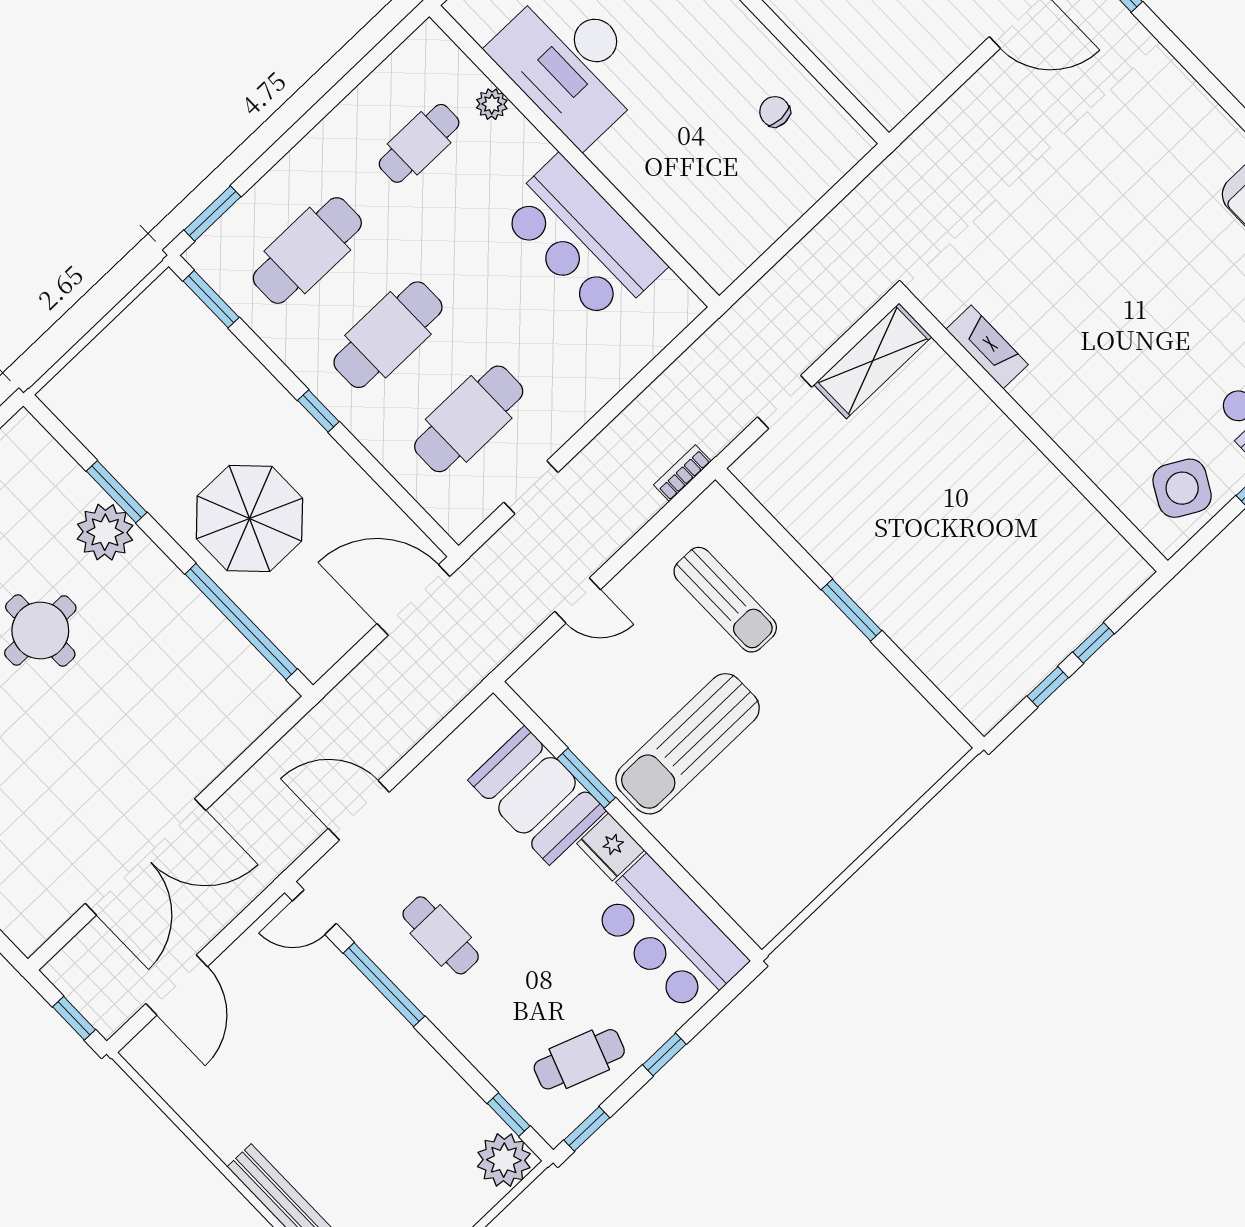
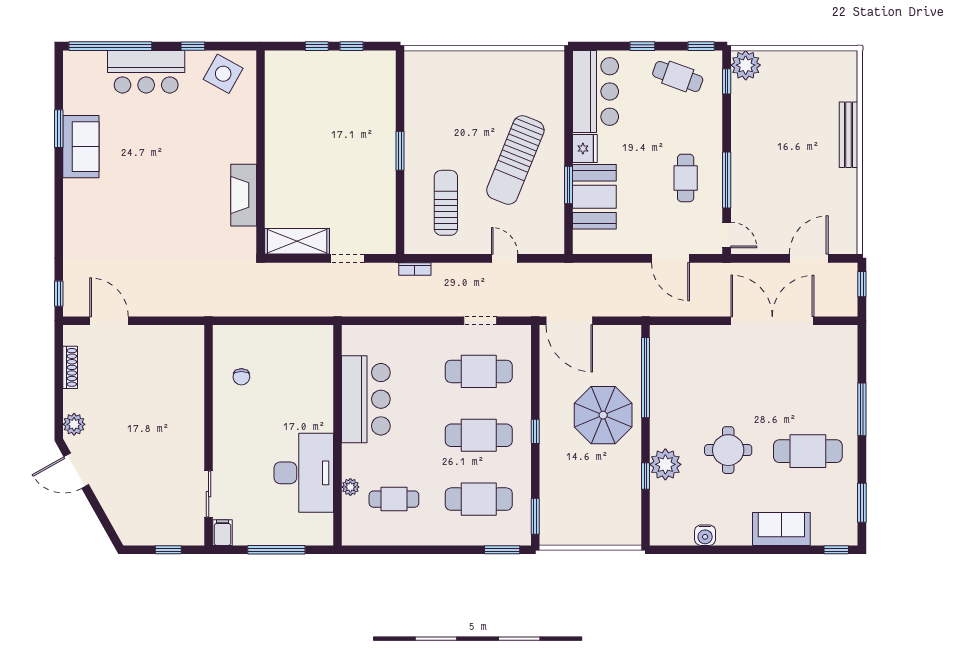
fireplace: (987, 347) -> (244, 195), width x1.37, depth x1.32
window: (117, 492) -> (645, 476), width x0.67
sun lounger: (688, 744) -> (515, 160), turned 112

